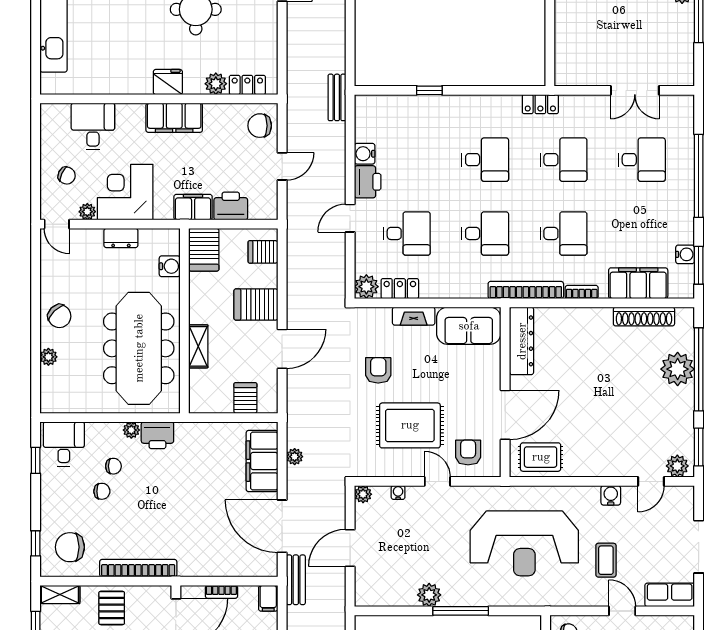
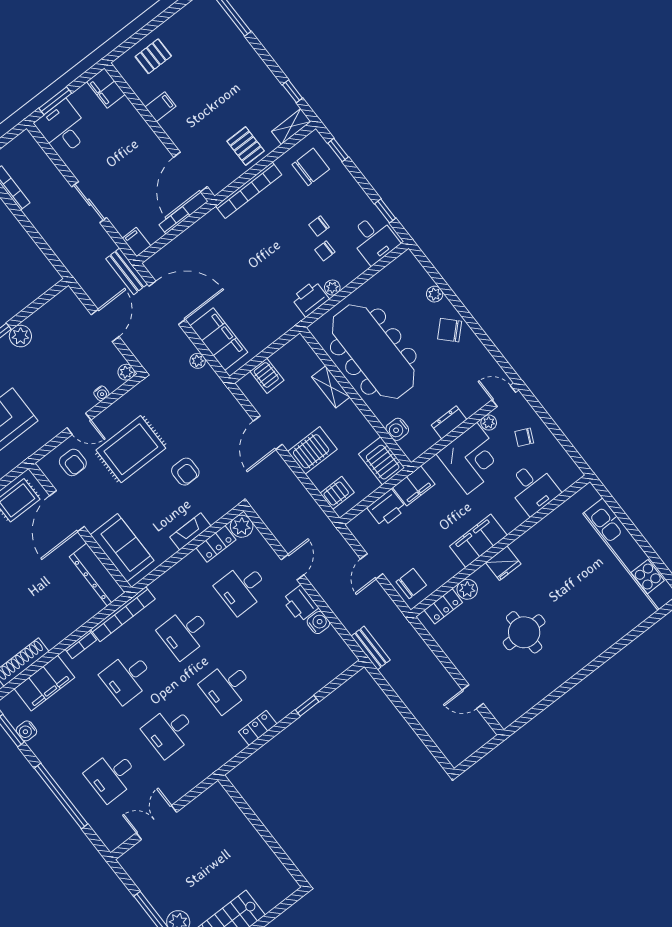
locker: (540, 104) -> (258, 728), moved
sofa: (469, 326) -> (122, 548), moved, turned 90

